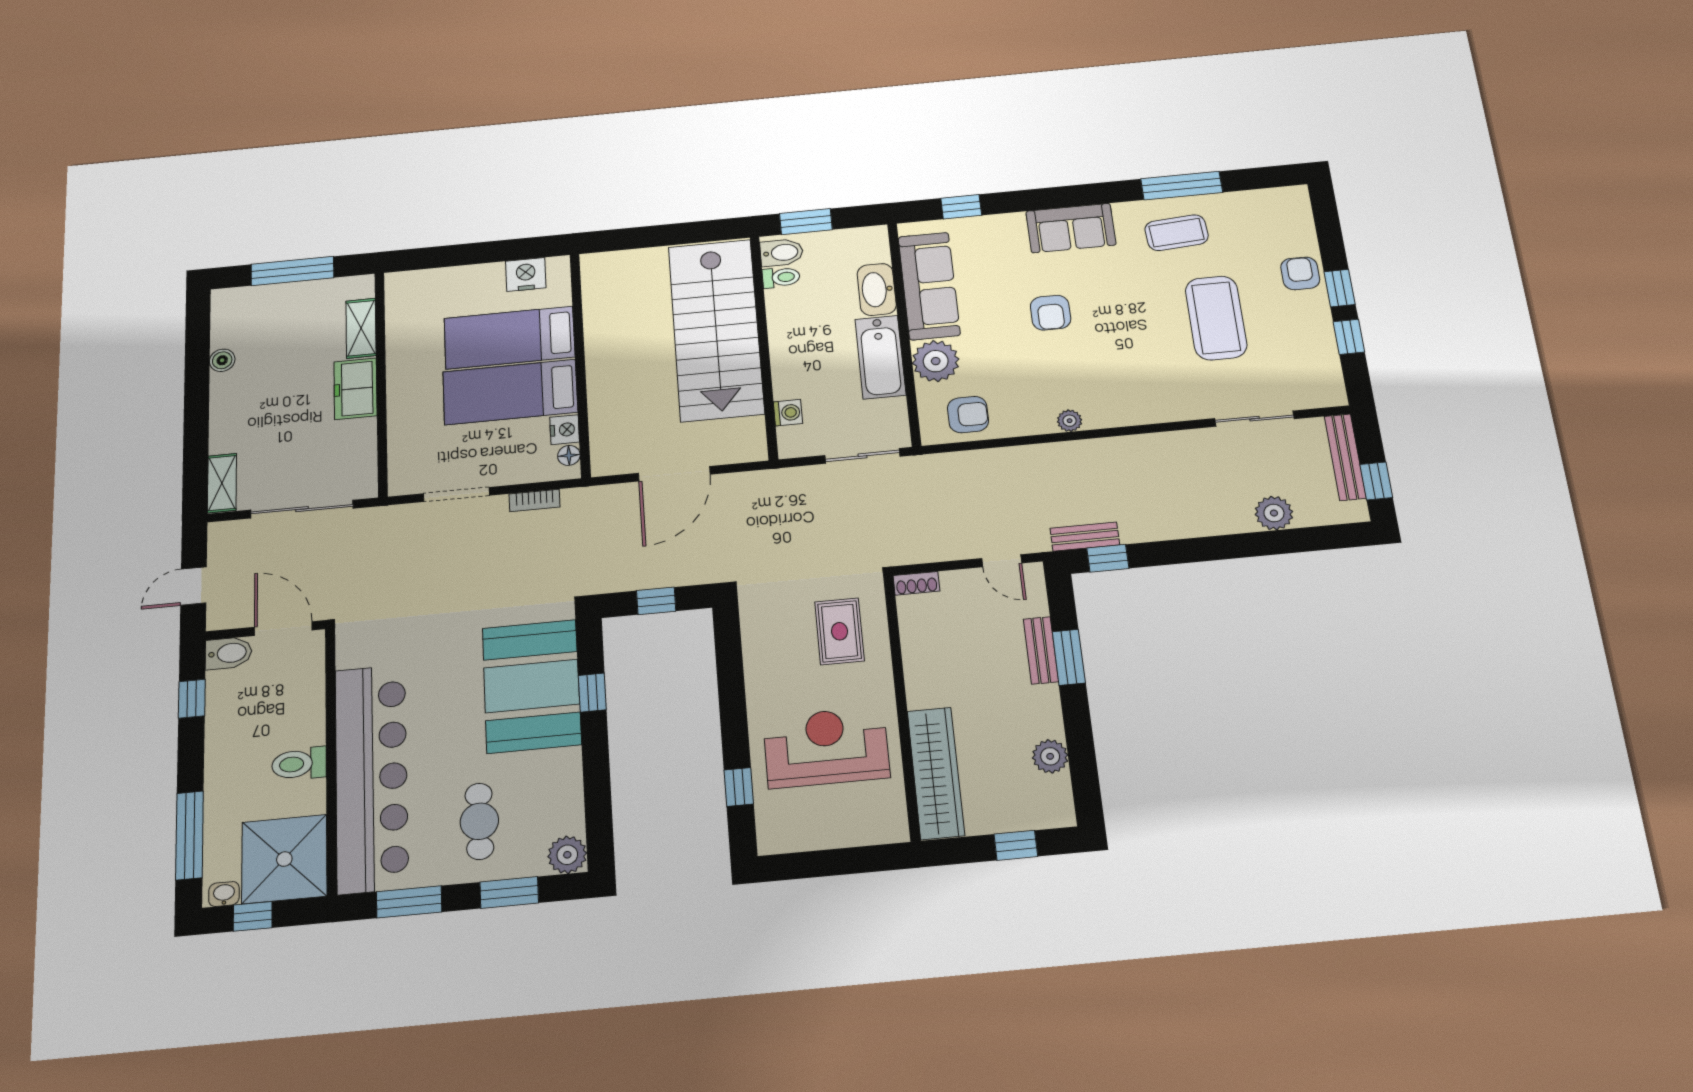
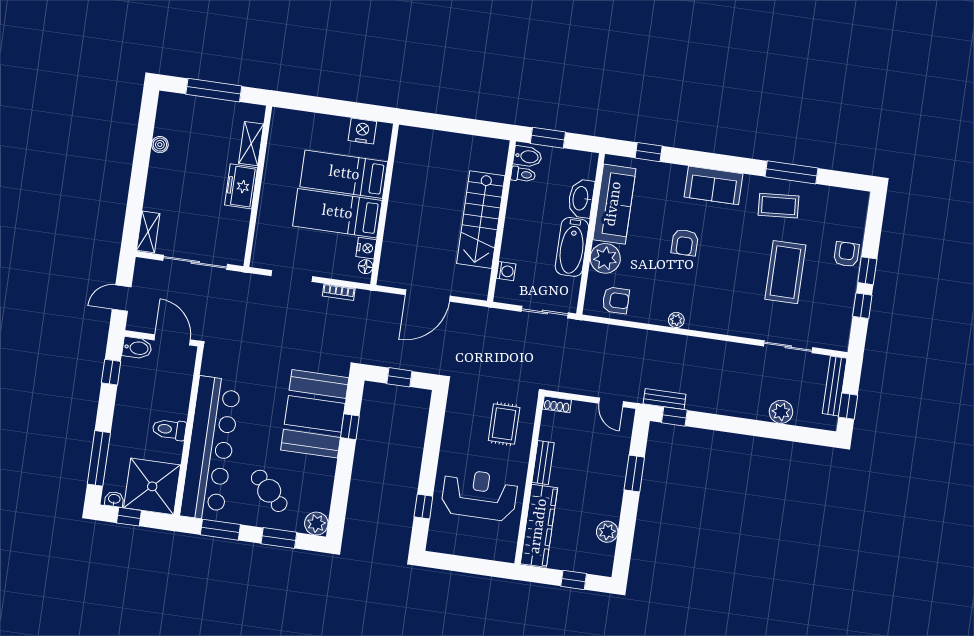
stairs: (716, 330) -> (481, 220), width x0.73, depth x0.66
bench: (1041, 650) -> (543, 463), moved
cafe table: (479, 821) -> (269, 491), turned -45

